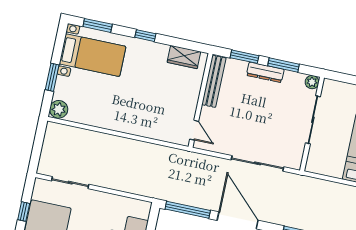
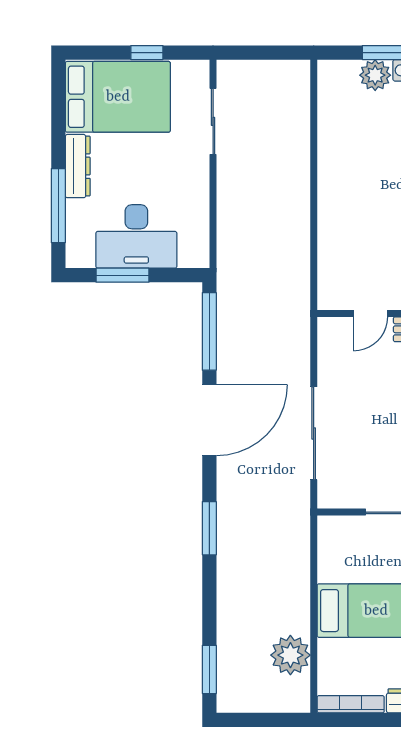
plant: (59, 109) -> (375, 75), moved
door: (194, 130) -> (371, 314), moved

